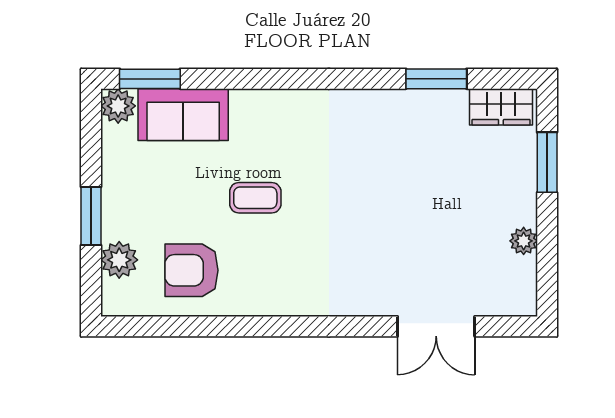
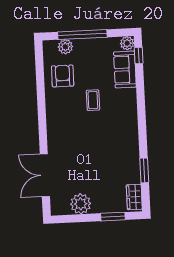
window: (150, 79) -> (139, 55), width x0.67
window: (91, 216) -> (82, 35), width x2.11
plant: (524, 241) -> (81, 204), width x1.88, depth x1.88
double door: (436, 326) -> (45, 175), width x1.37

